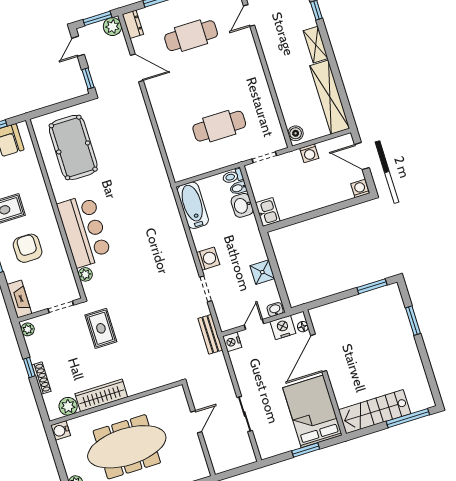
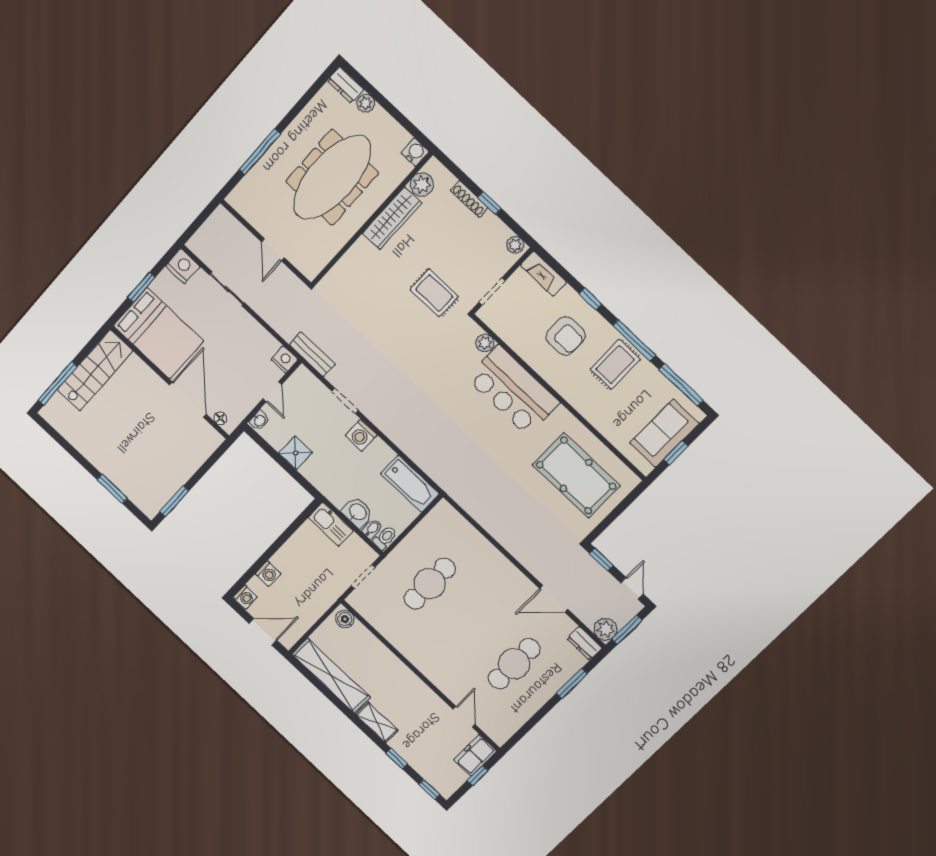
washing machine: (309, 153) -> (268, 574), moved, turned 180
kitchen sink: (268, 212) -> (331, 524), width x1.38
nightstand: (283, 327) -> (183, 266), moved, turned -90

